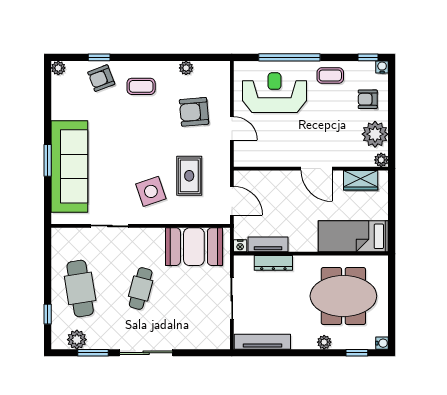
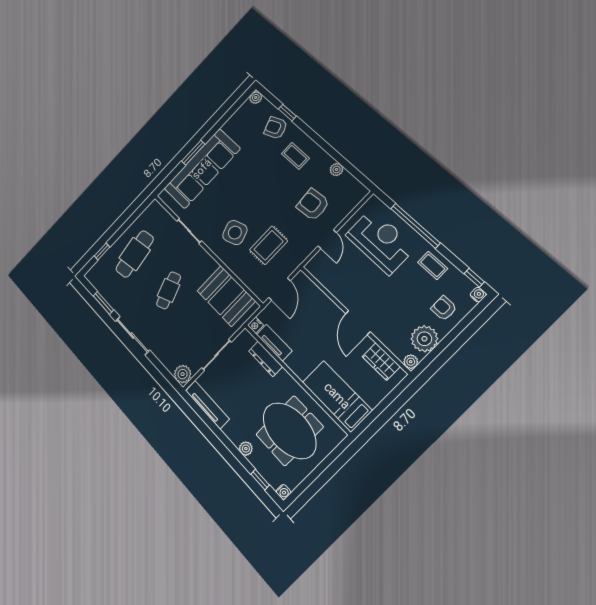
cafe table: (141, 288) -> (169, 290), turned -36
plant: (77, 340) -> (183, 374), moved

